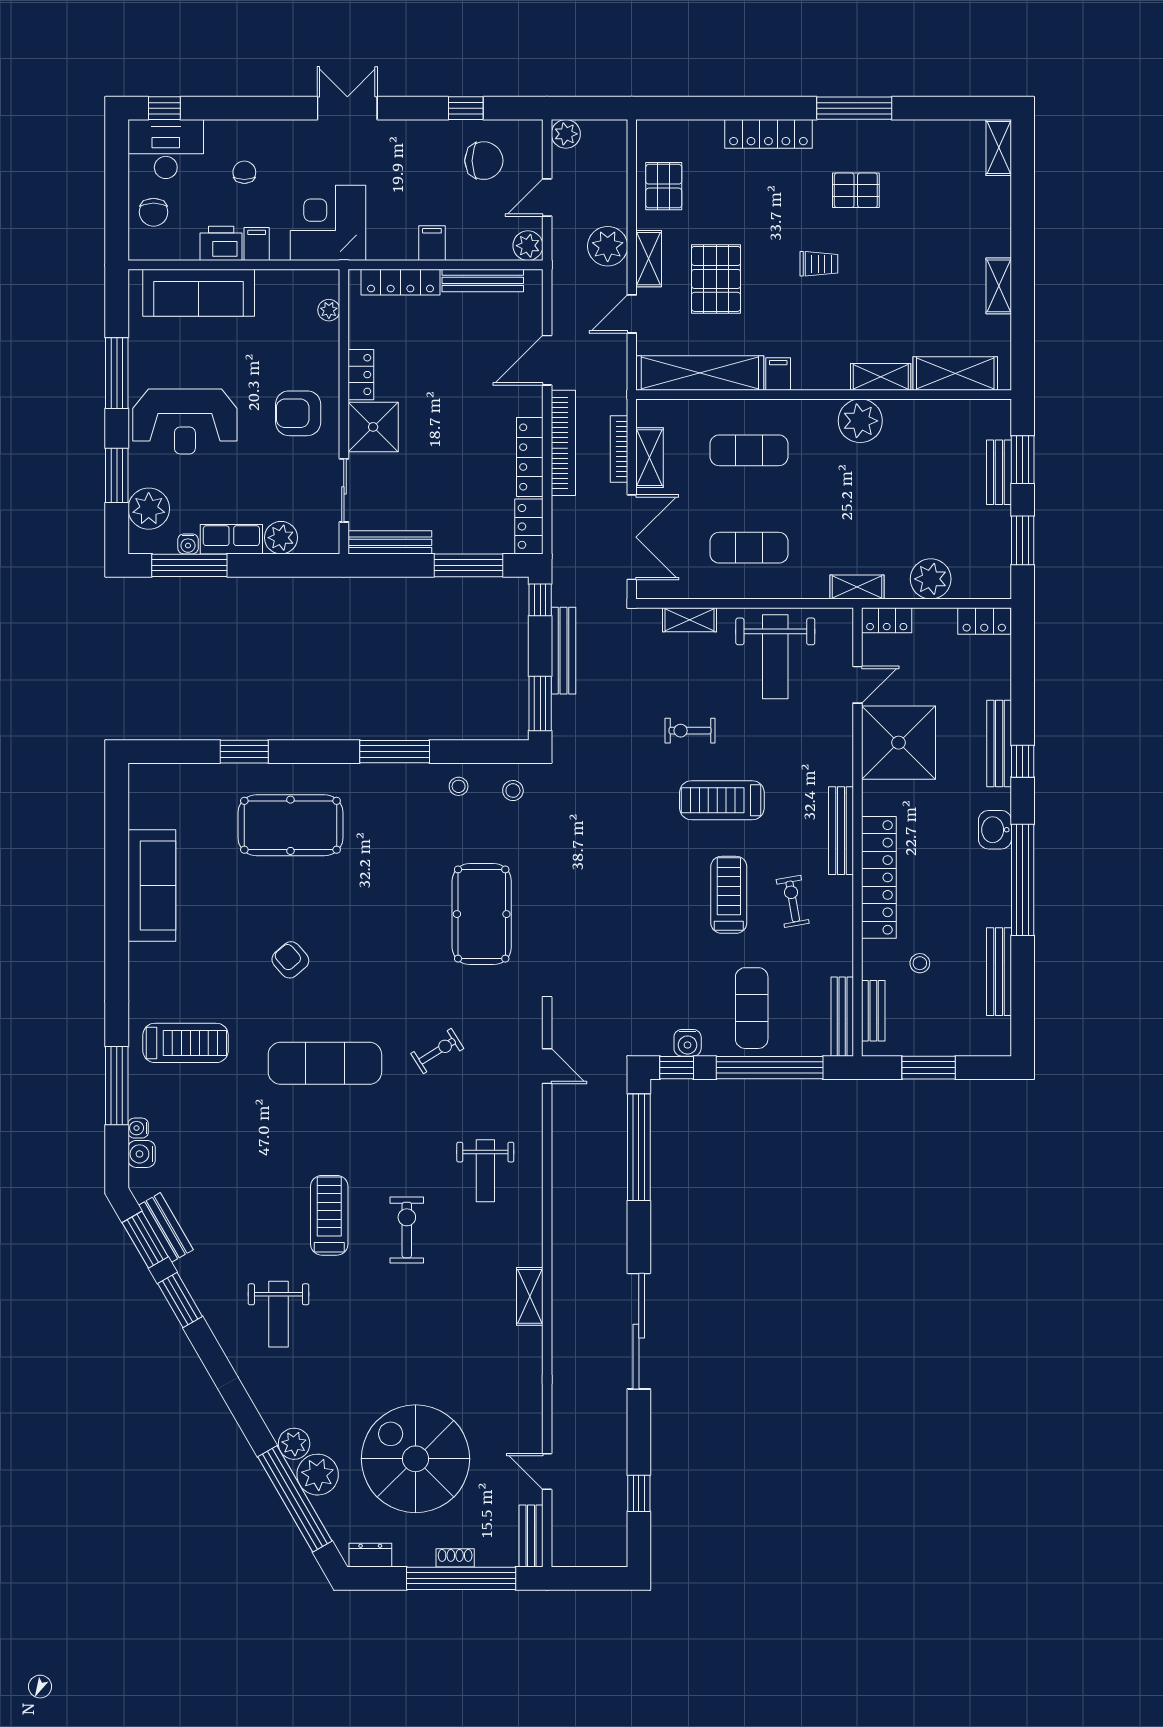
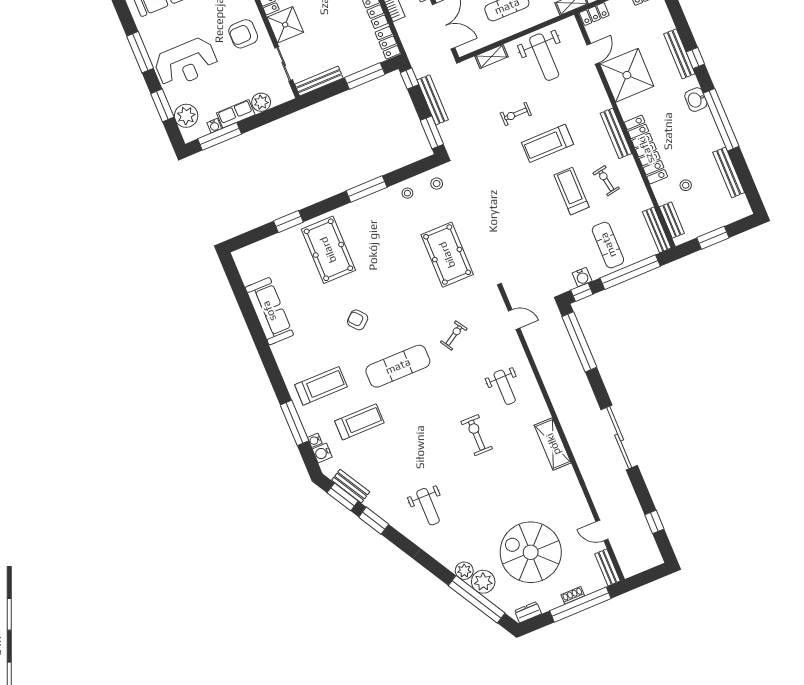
pool table: (290, 825) -> (328, 250), turned 90
treadmill: (329, 1215) -> (359, 422), moved, turned 90
shelving: (530, 1296) -> (553, 444), width x1.50, depth x1.33

